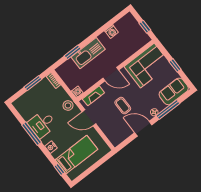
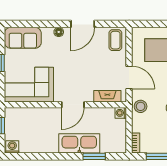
washing machine: (112, 32) -> (12, 147), moved
door: (111, 74) -> (73, 105), swing flipped
coffee table: (123, 106) -> (115, 40), moved
window: (168, 110) -> (43, 24), removed
door: (143, 129) -> (83, 24), hinge flipped

